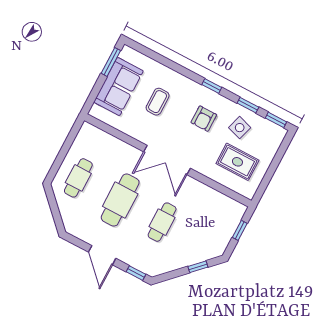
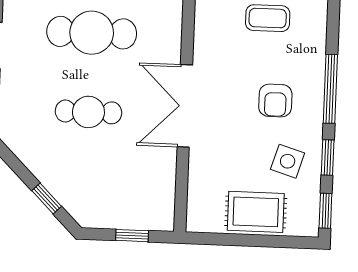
window: (212, 86) -> (330, 89), width x2.17
armchair: (204, 119) -> (275, 100), turned -90
double door: (167, 160) -> (185, 106), moved
rug: (237, 162) -> (256, 212), moved, turned 90

